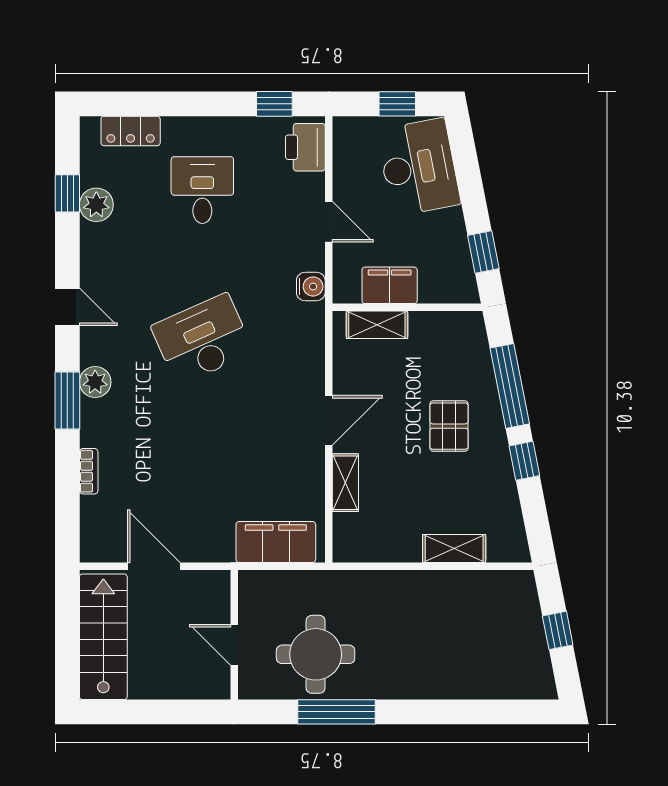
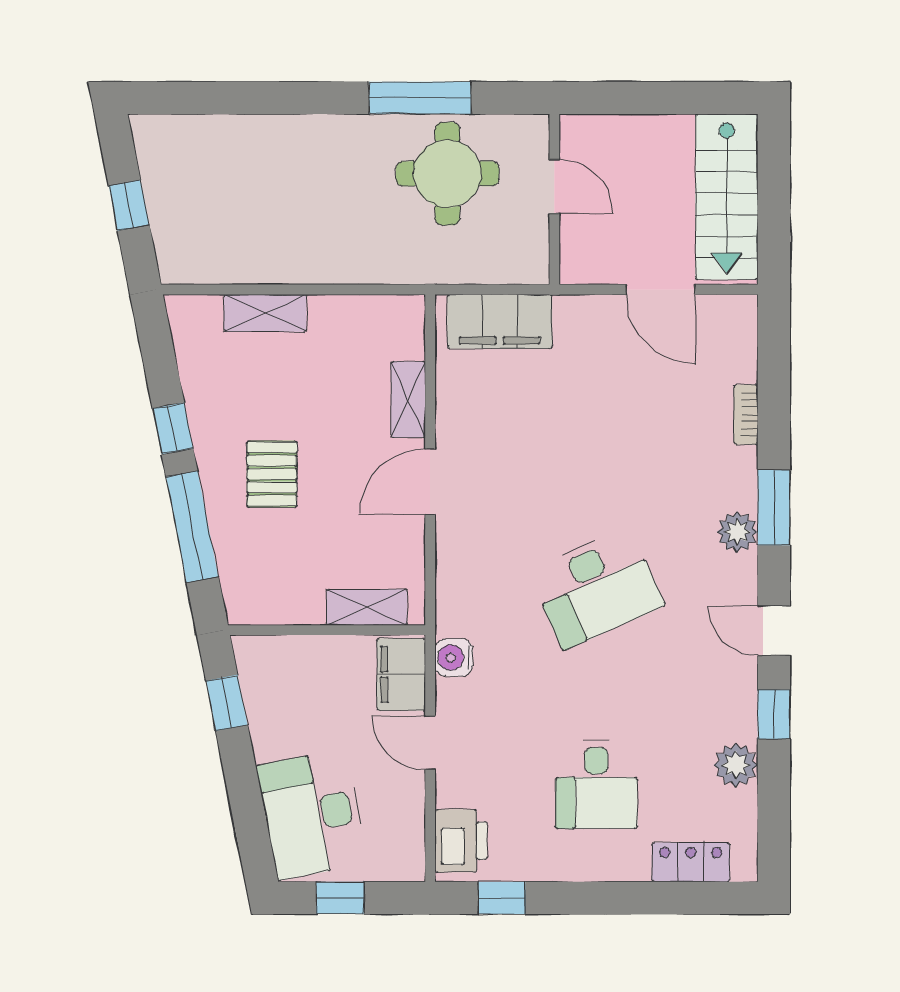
window: (67, 193) -> (774, 714), moved
filing cabinet: (390, 285) -> (401, 674), moved, turned 90

